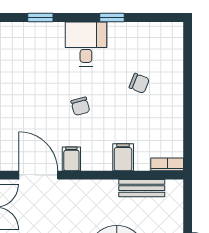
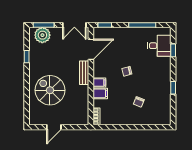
desk: (86, 44) -> (159, 46), moved
filing cabinet: (71, 159) -> (99, 83), moved
bench: (142, 188) -> (84, 73), moved

